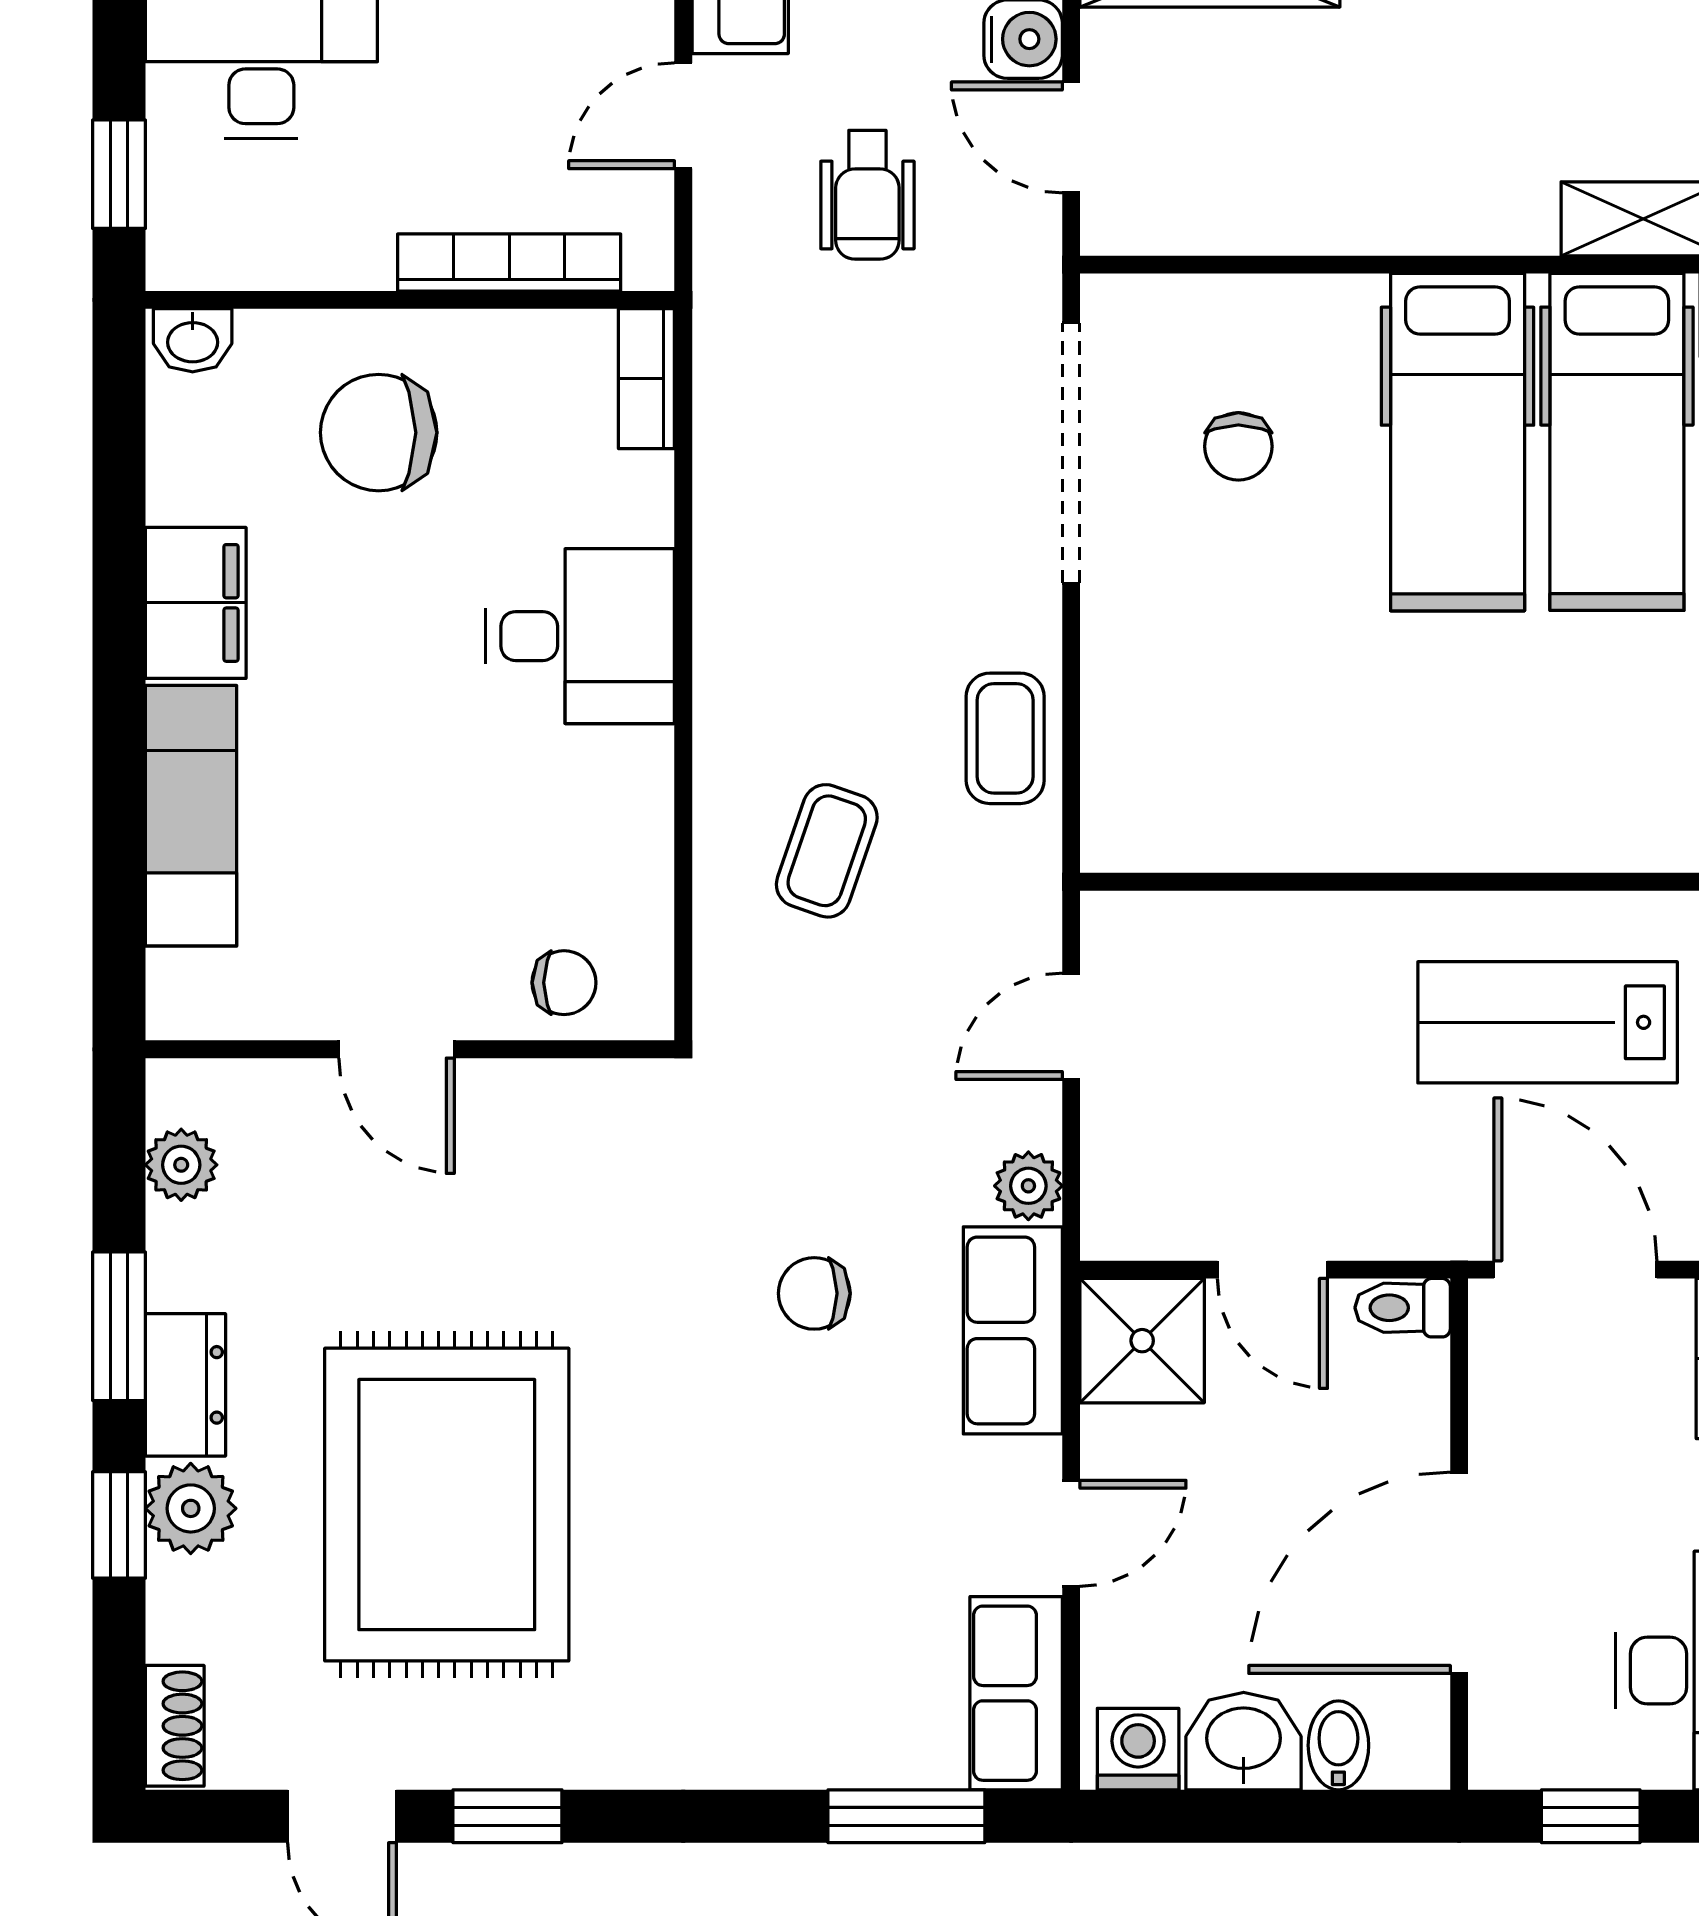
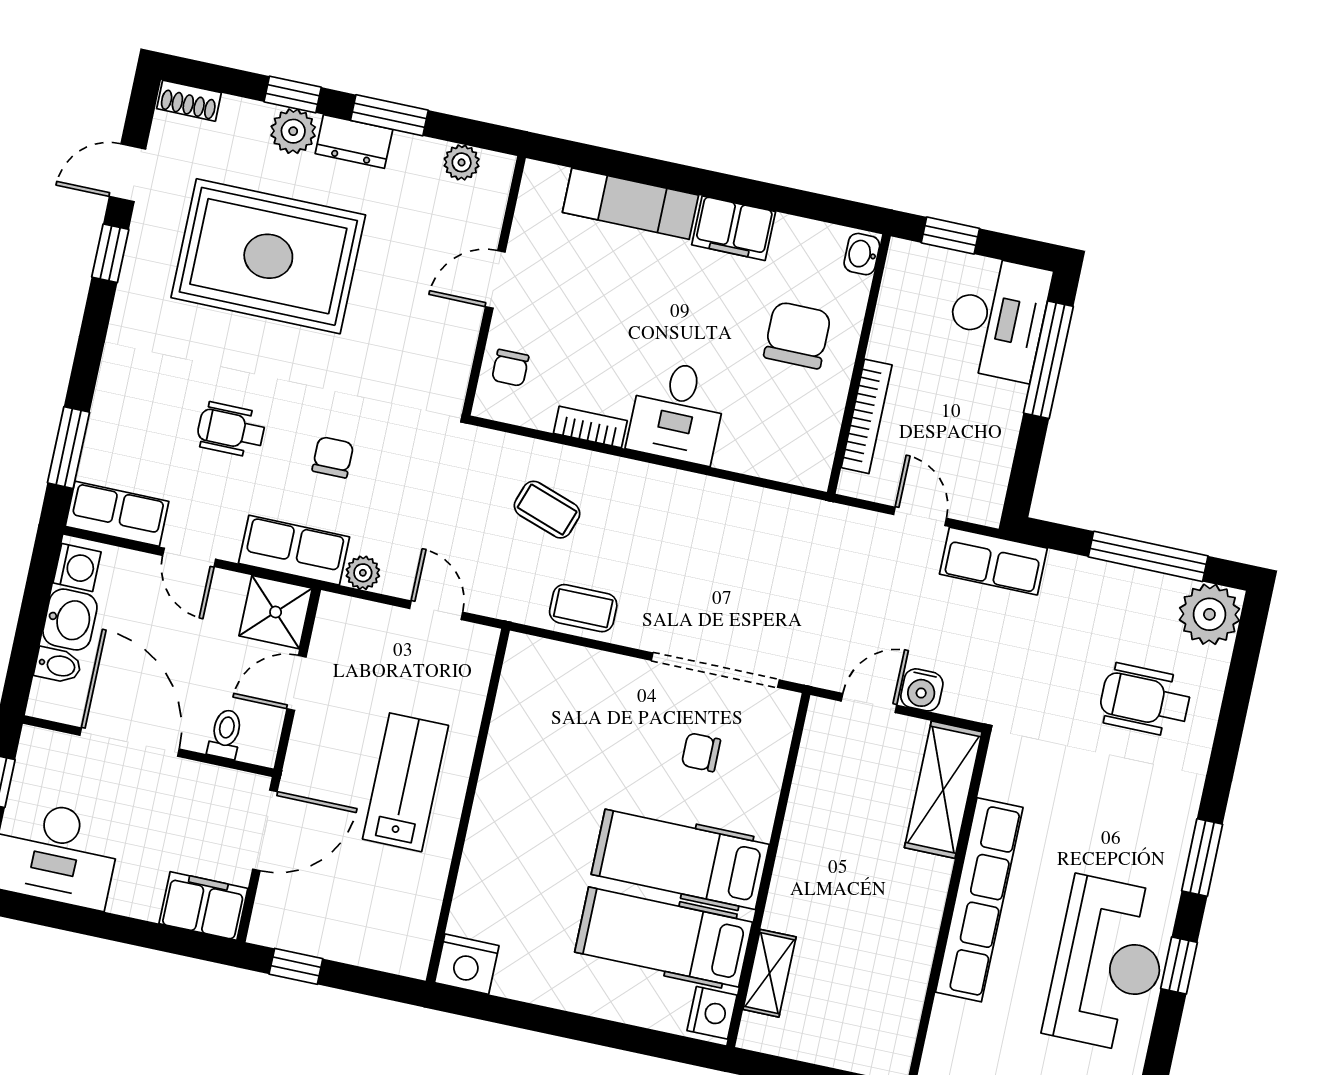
wheelchair: (867, 195) -> (231, 430), moved
bookcase: (646, 379) -> (590, 427), moved
lab bench: (1548, 1022) -> (406, 782), moved
toilet: (1403, 1308) -> (225, 734), moved

